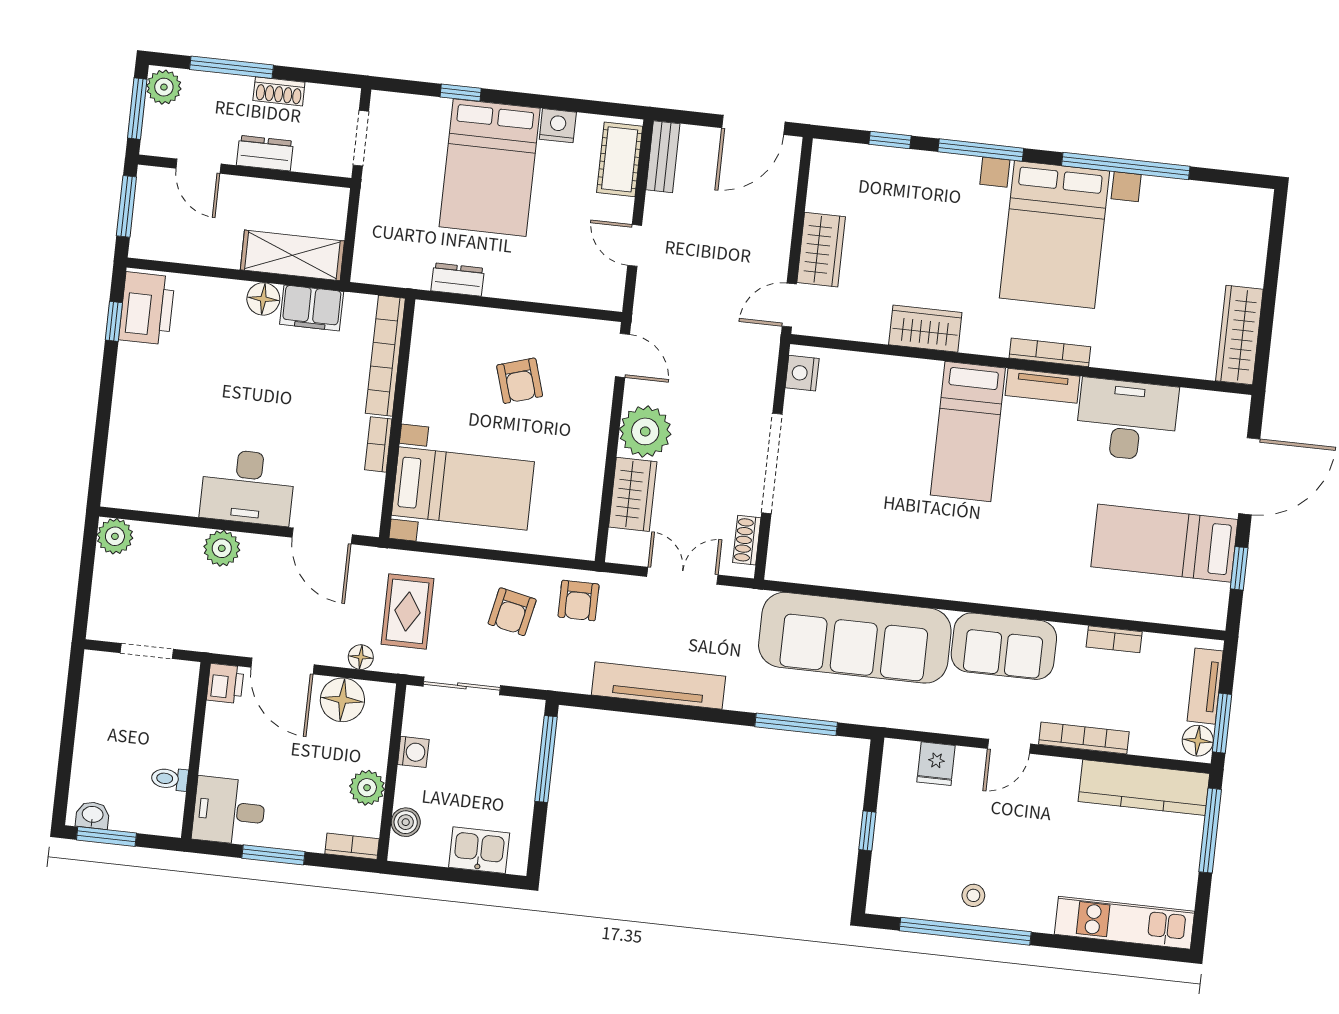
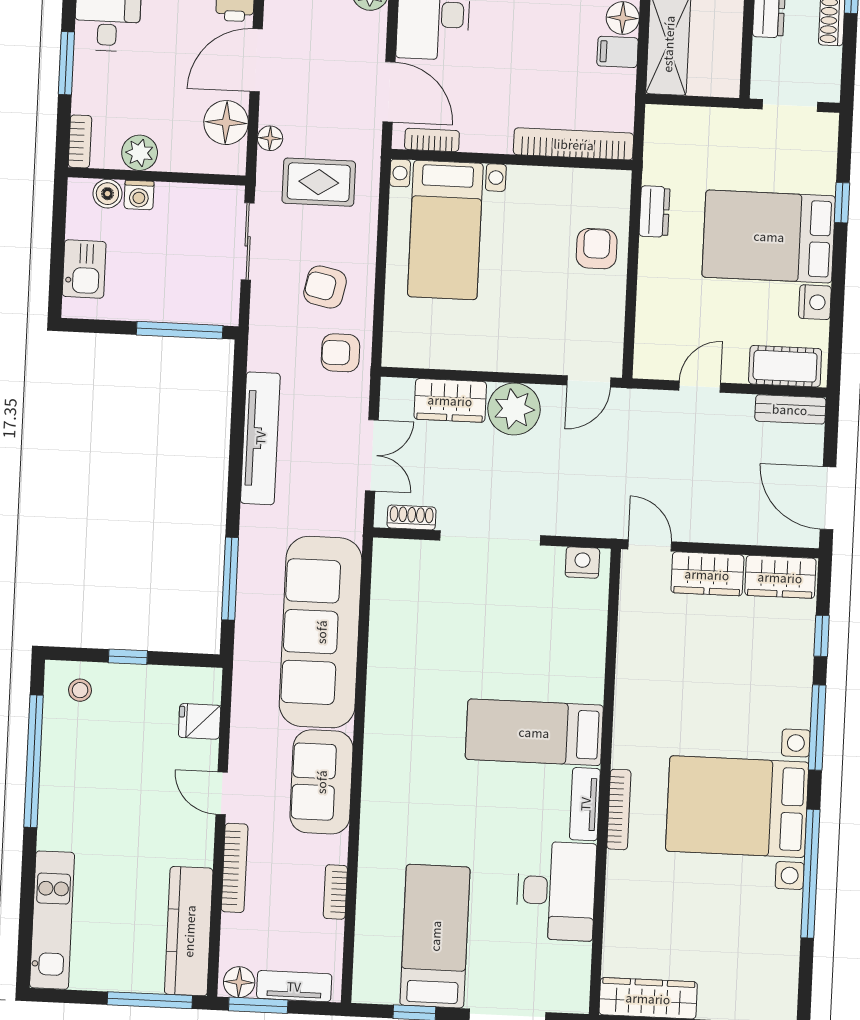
filing cabinet: (312, 308) -> (618, 52), width x0.50
wardrobe: (925, 329) -> (780, 577), moved, turned 90
armchair: (520, 381) -> (597, 249), moved, turned 107
bookcase: (378, 444) -> (432, 140), moved
door: (322, 536) -> (389, 92), swing flipped
washing machine: (413, 752) -> (139, 195), moved
stool: (973, 895) -> (80, 690), moved

